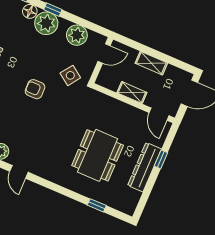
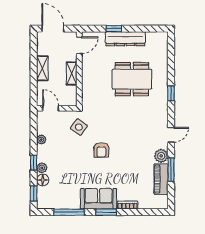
plant: (46, 23) -> (42, 168), width x0.53, depth x0.53
plant: (77, 35) -> (41, 140), width x0.53, depth x0.53
window: (97, 205) -> (171, 93), moved

